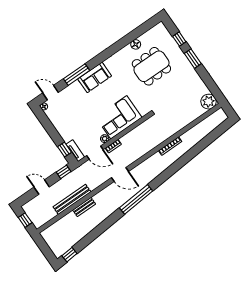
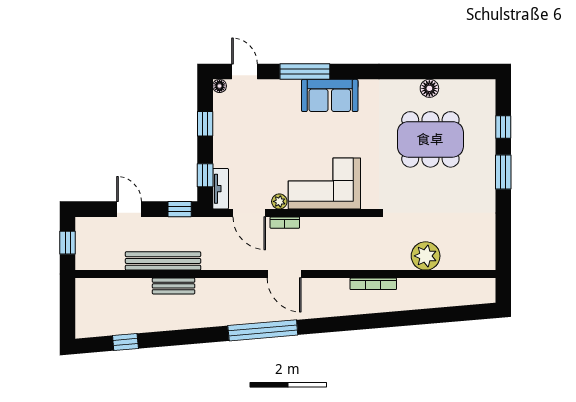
plant: (209, 102) -> (426, 256), moved
window: (49, 127) -> (205, 124), added
door: (120, 174) -> (284, 274), moved
window: (69, 255) -> (125, 342), moved

